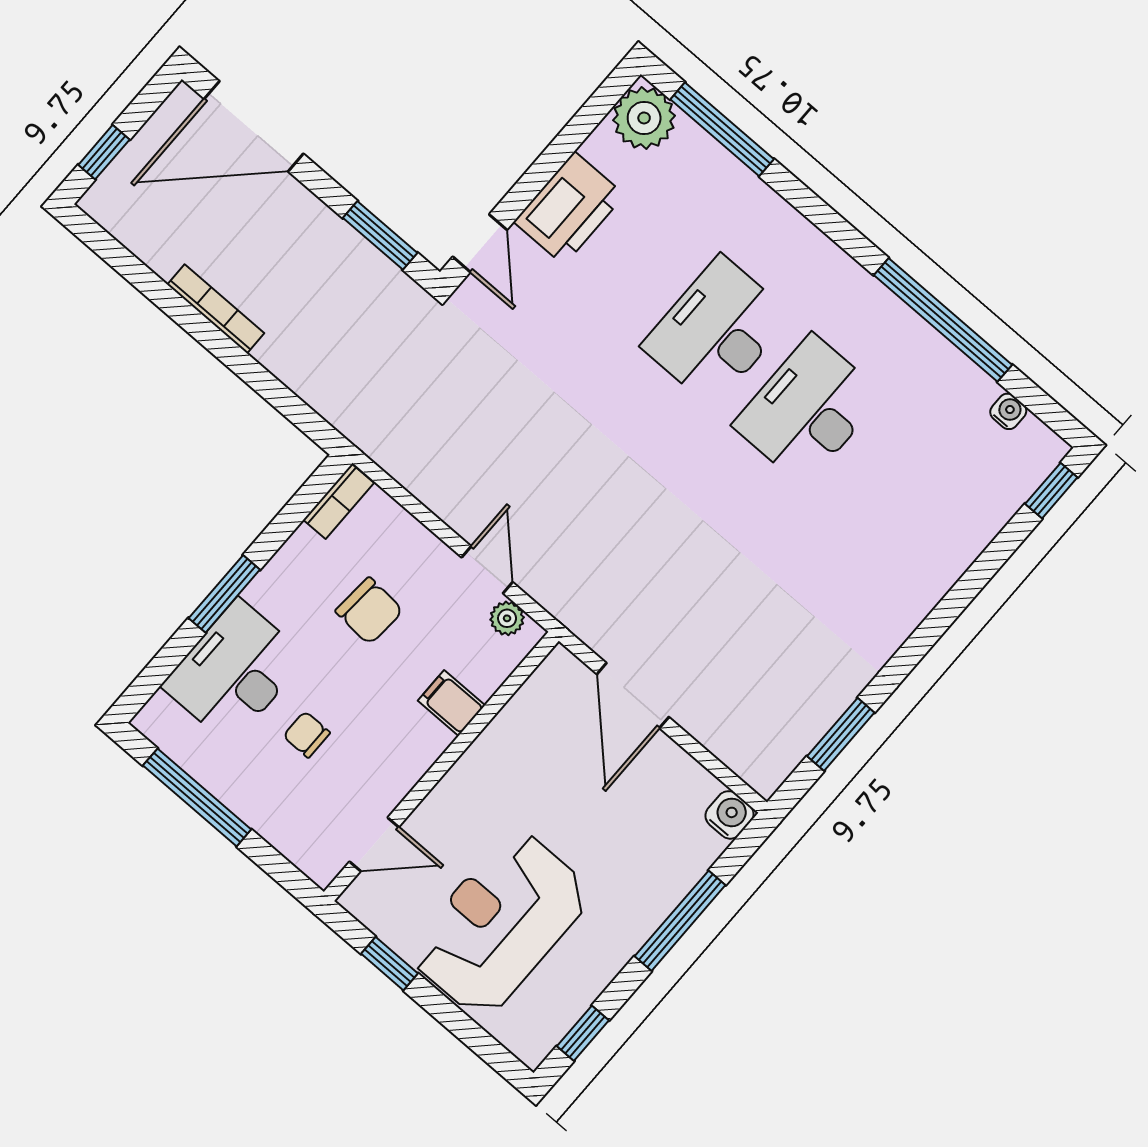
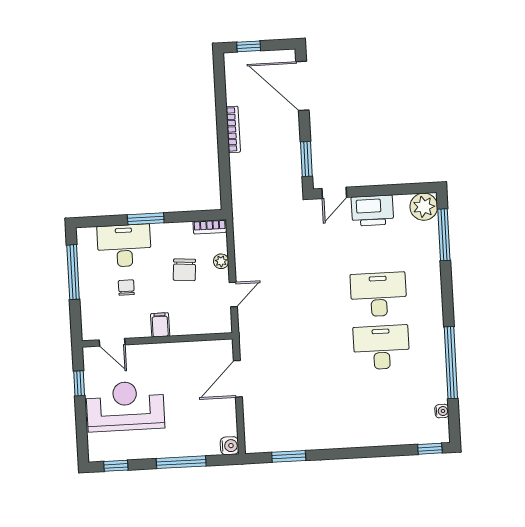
plant: (507, 618) -> (221, 261), moved
filing cabinet: (451, 703) -> (160, 325), moved

